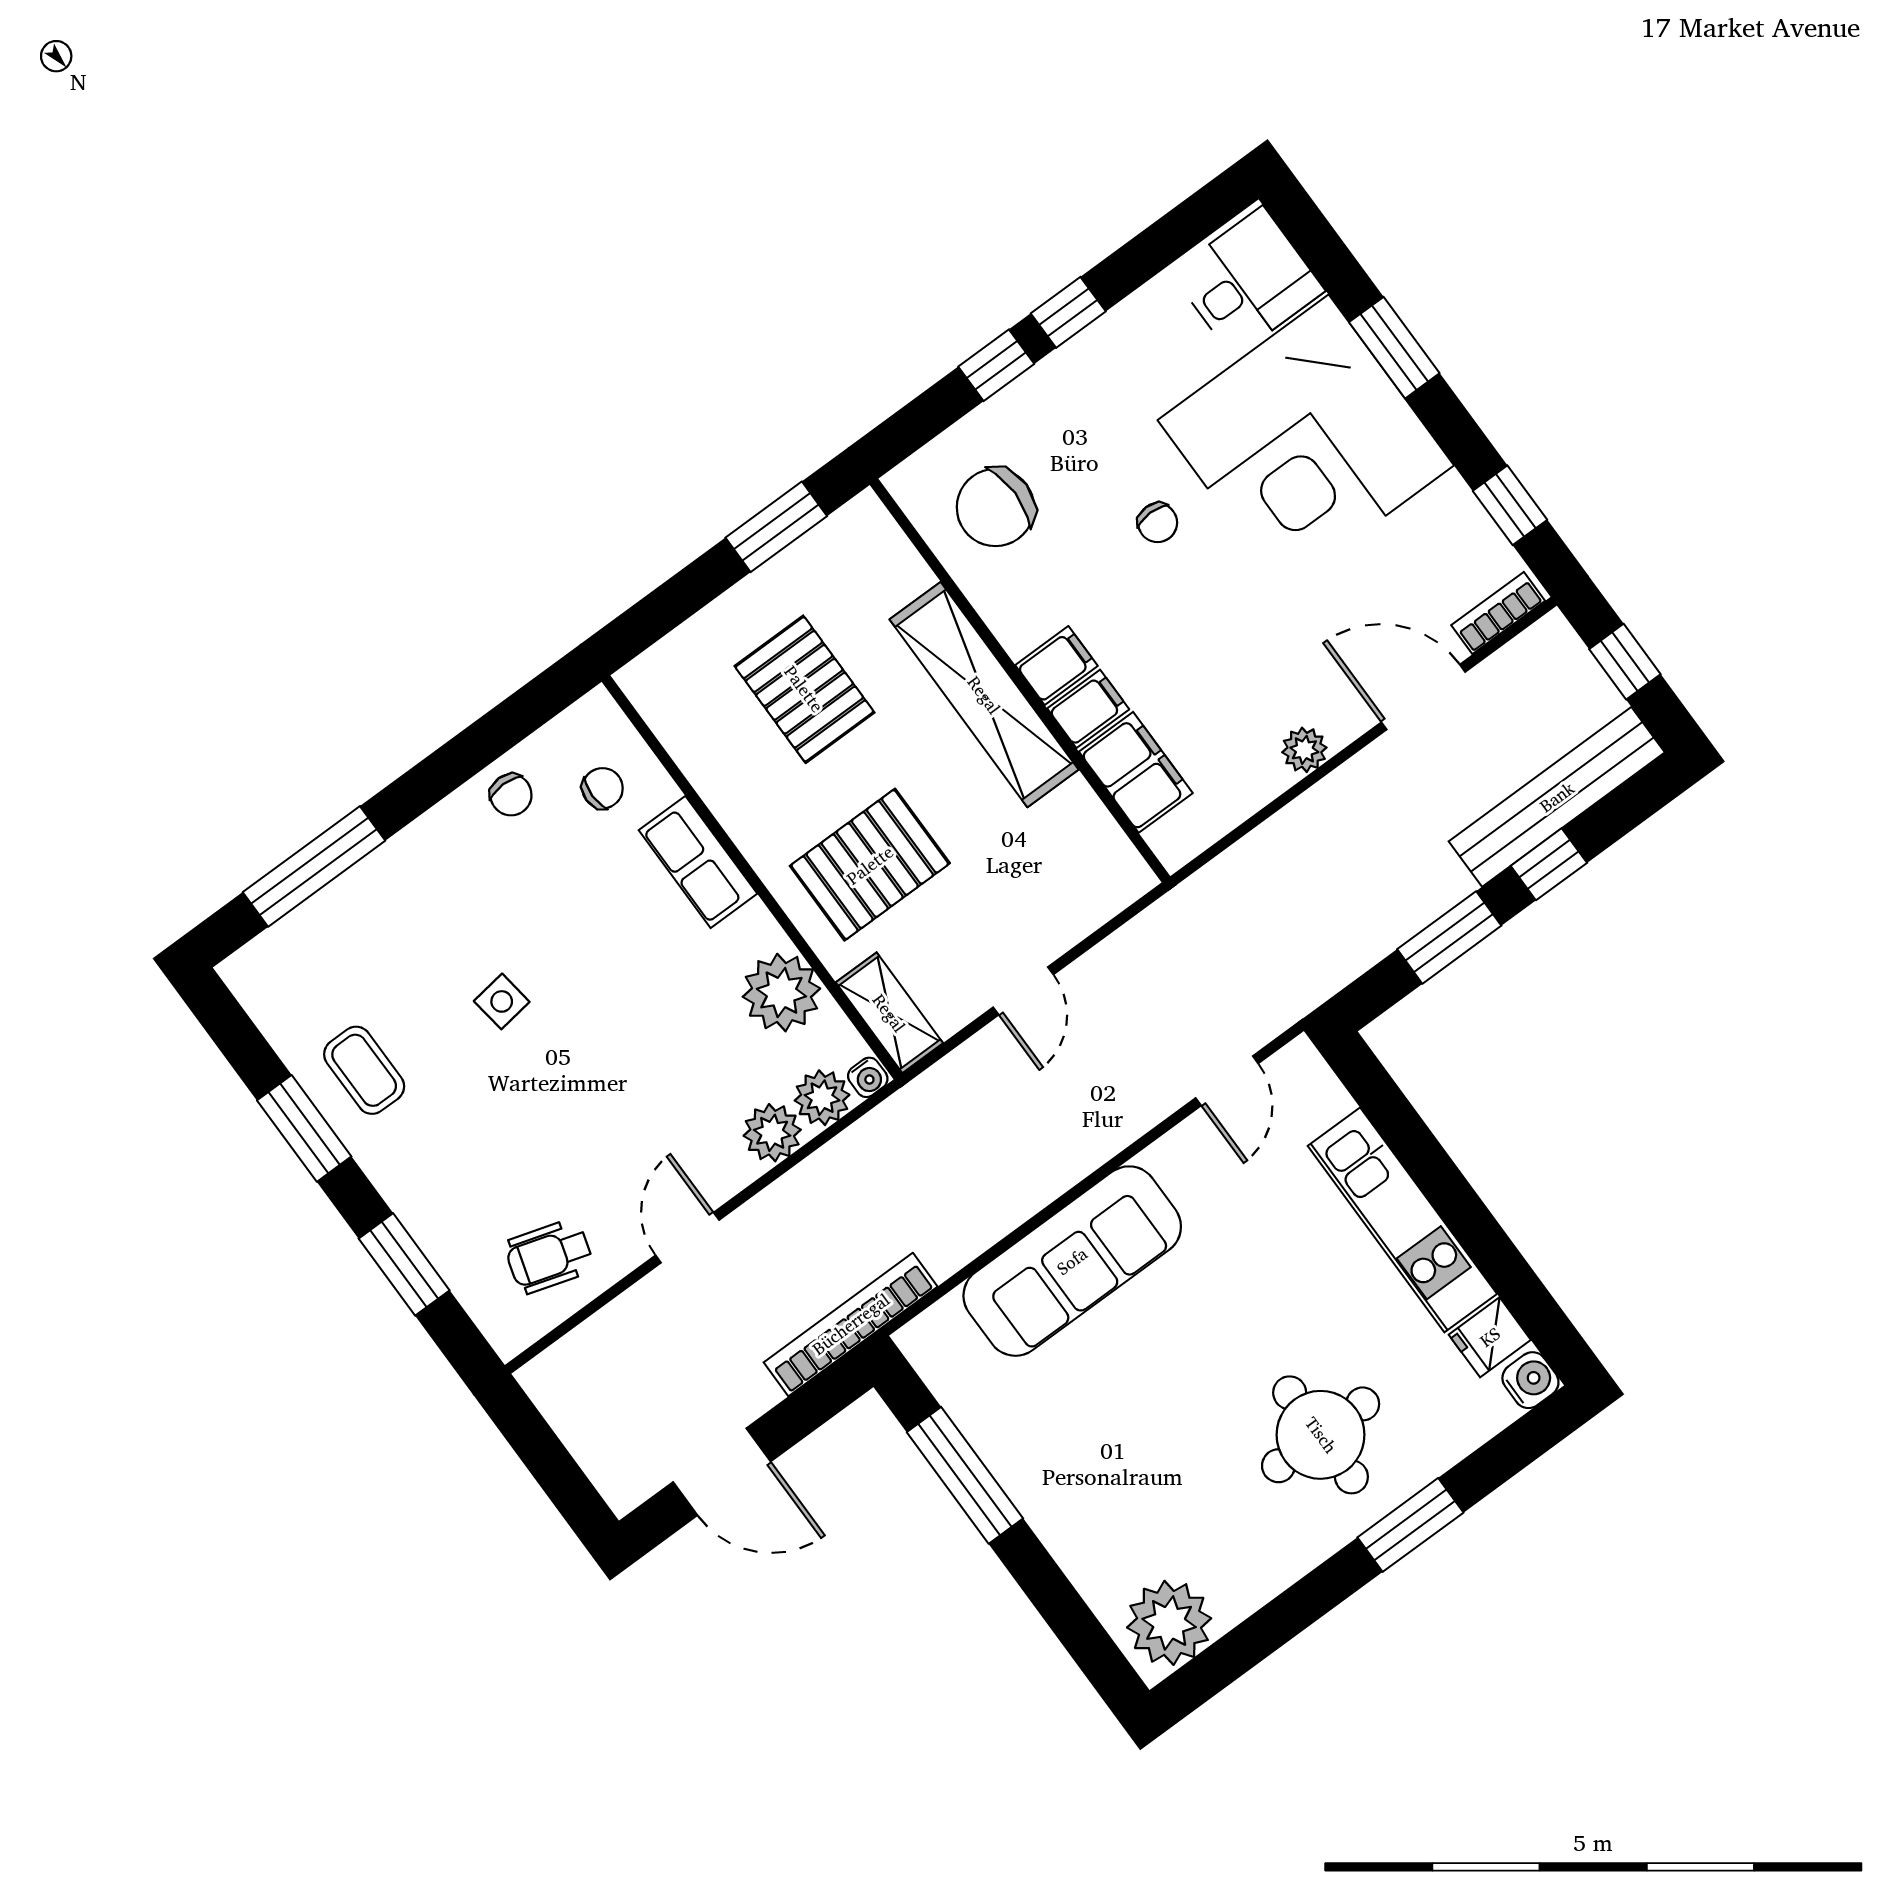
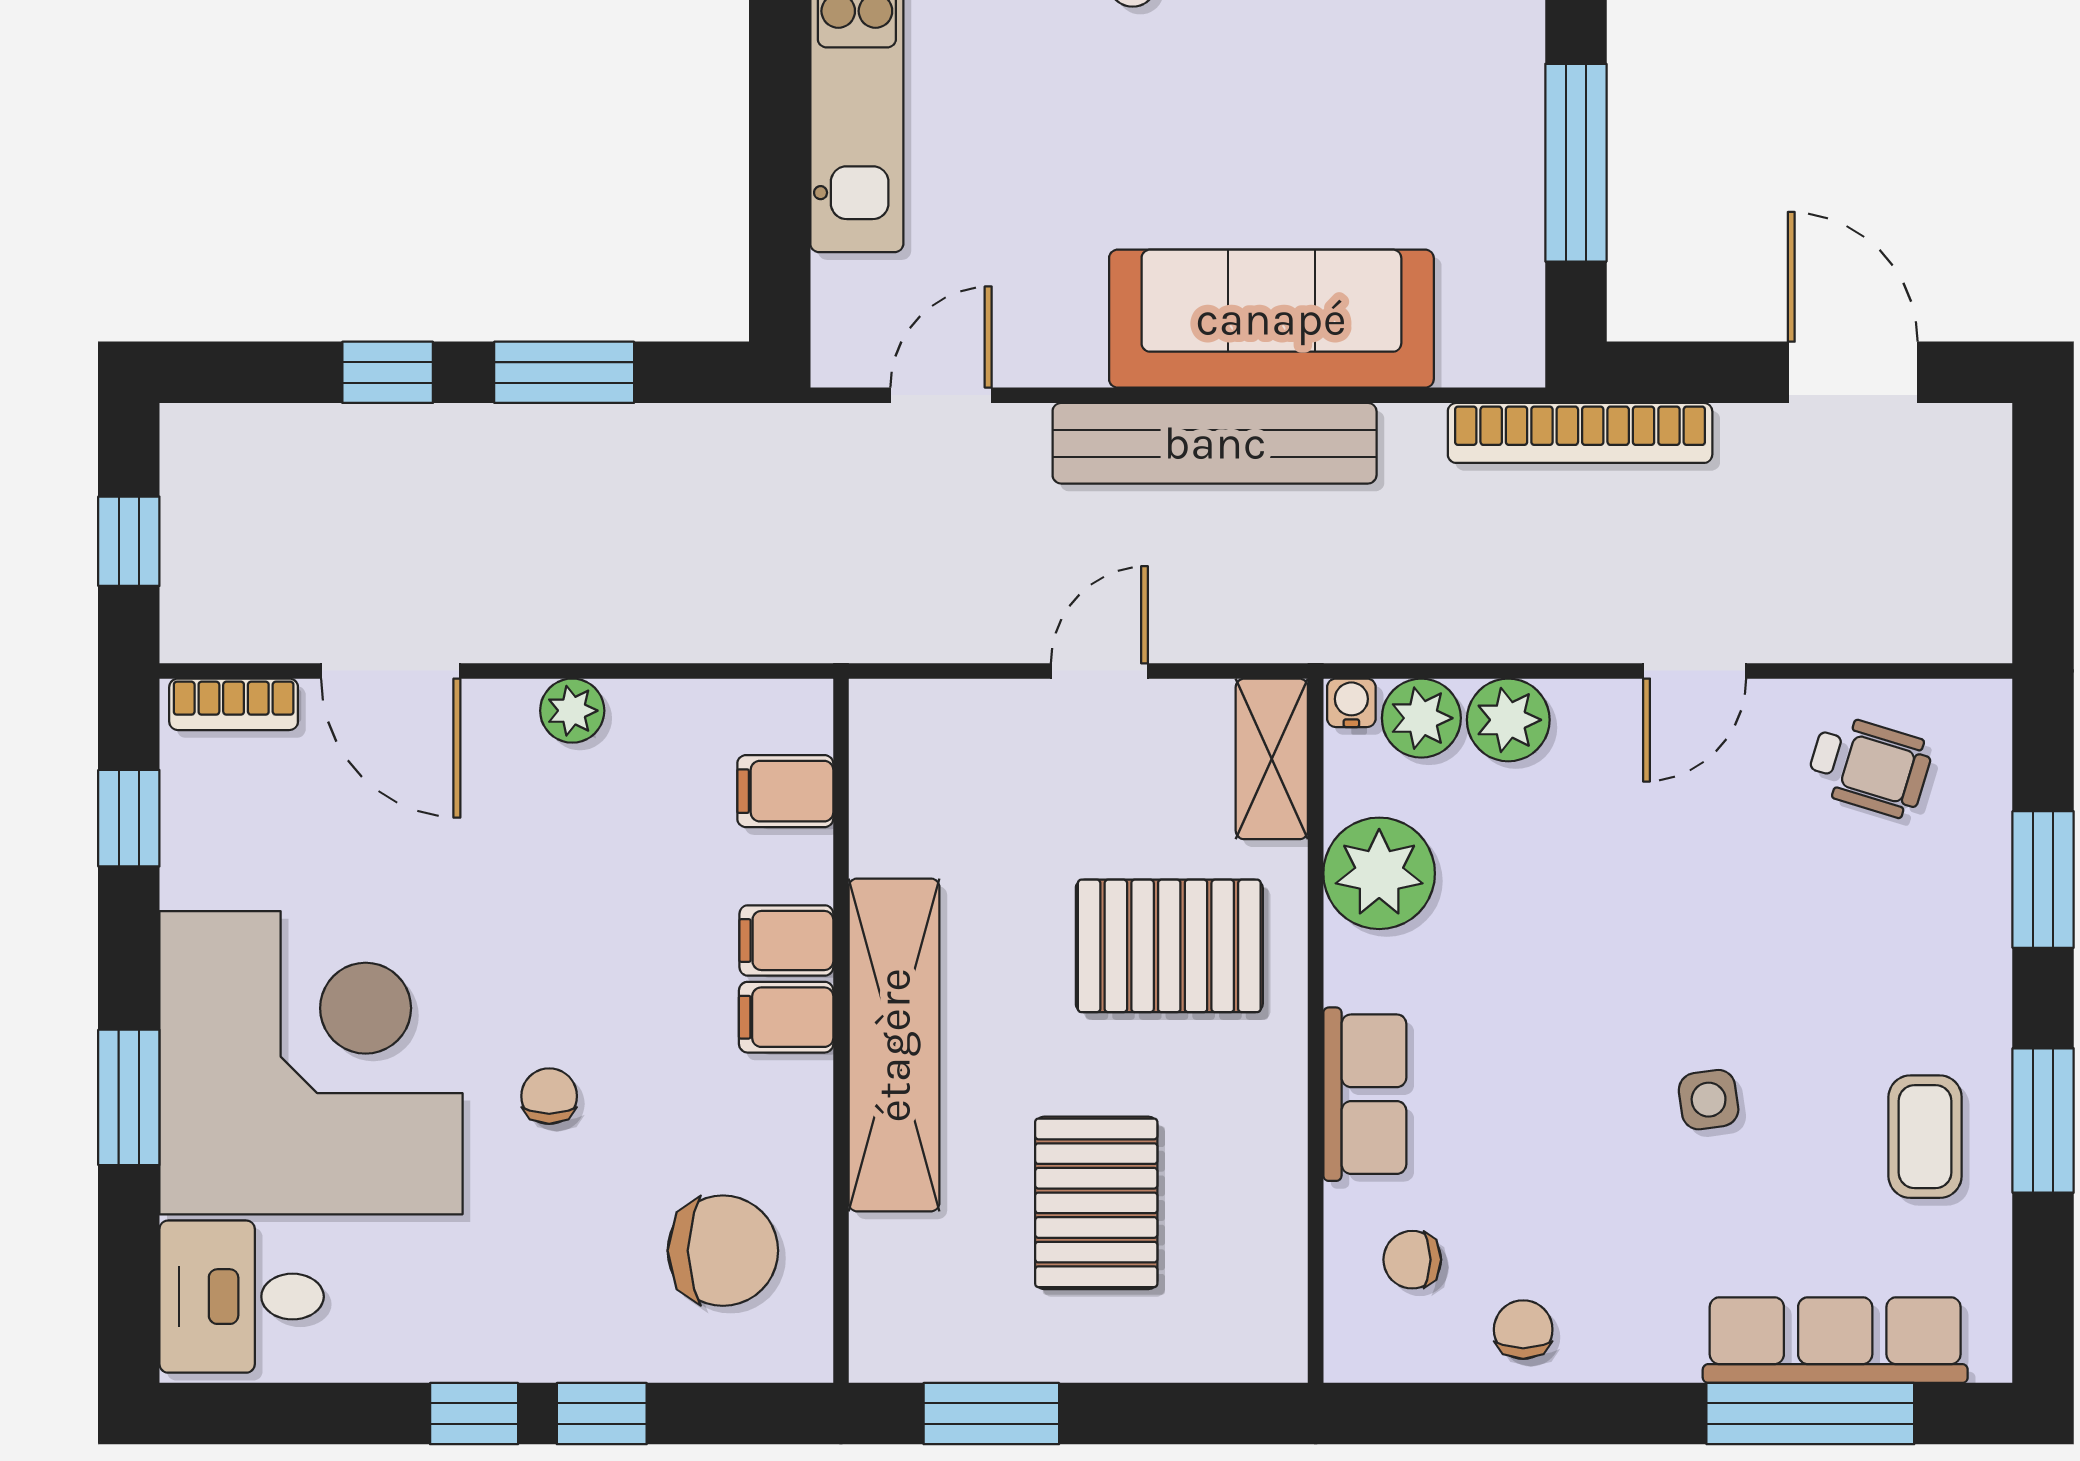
filing cabinet: (1136, 772) -> (785, 791), width x0.50
bench: (1557, 797) -> (1215, 443), moved
row of seats: (330, 918) -> (1835, 1340), added

